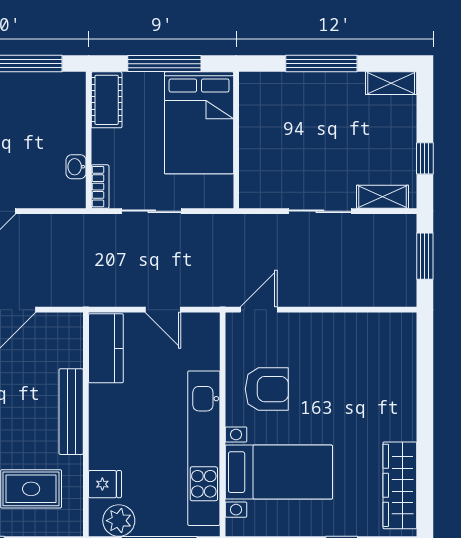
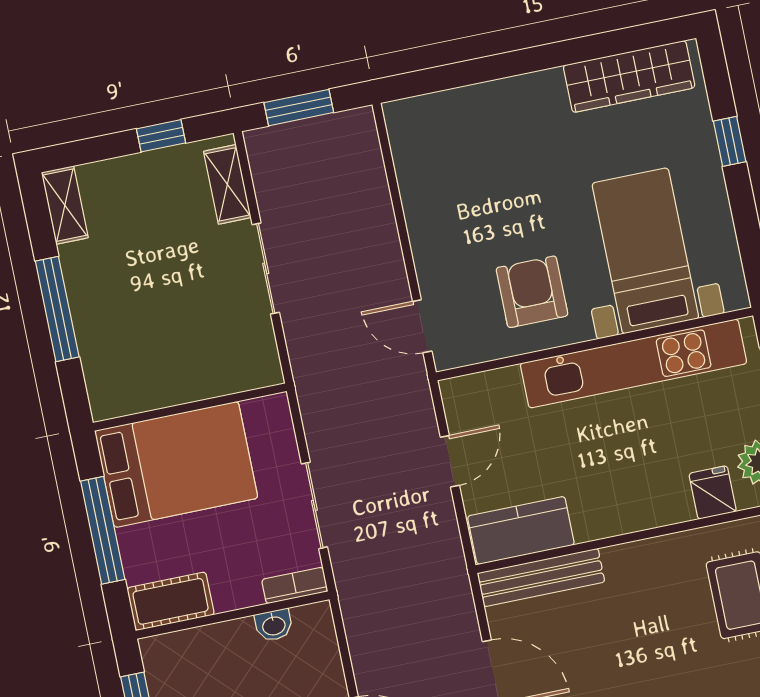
bench: (71, 412) -> (541, 577), moved

